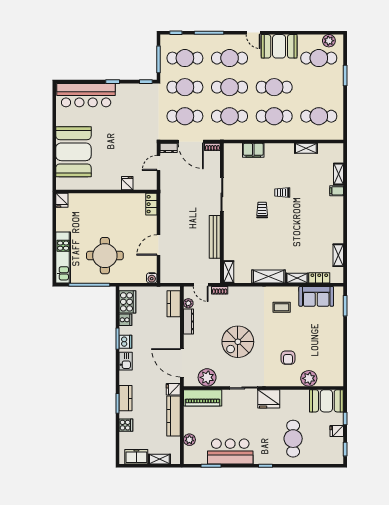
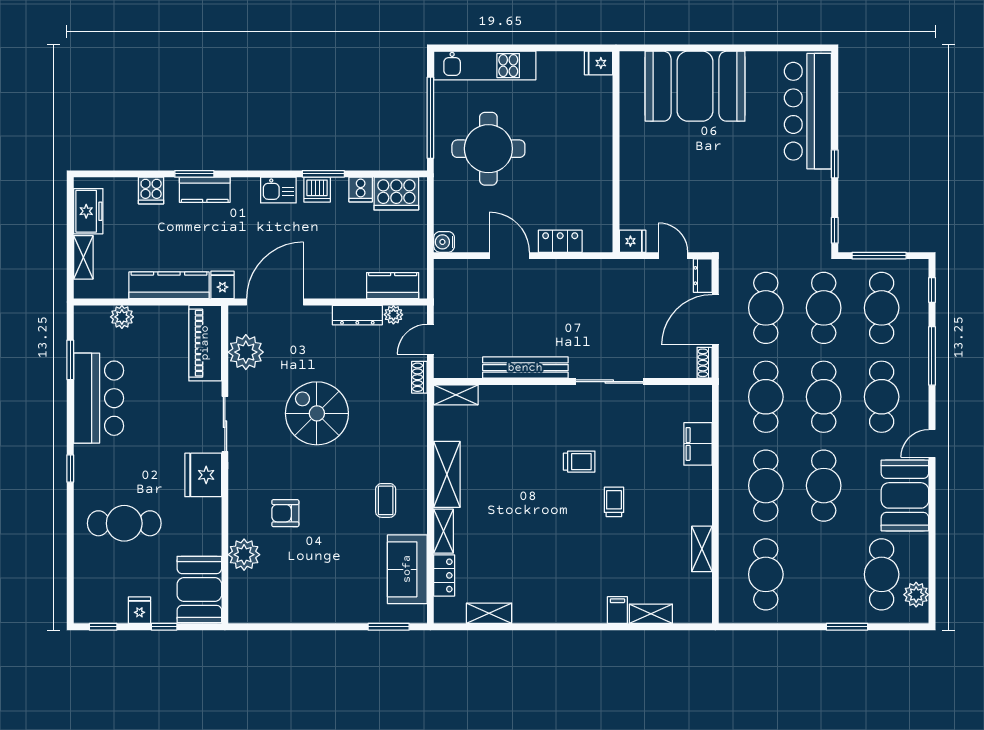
fridge: (127, 183) -> (633, 241), moved
locker: (151, 204) -> (560, 241), moved

